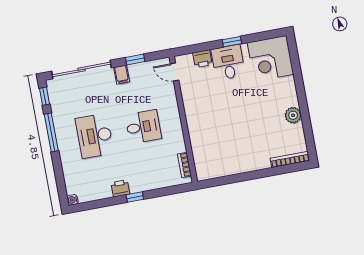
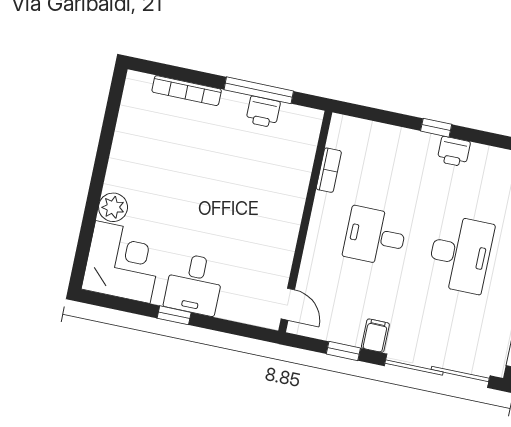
printer: (202, 59) -> (263, 112), moved, turned 180
plant: (293, 115) -> (113, 207), moved
bookcase: (290, 160) -> (187, 91), moved
bookcase: (185, 165) -> (329, 170), moved
window: (236, 178) -> (259, 90), added

